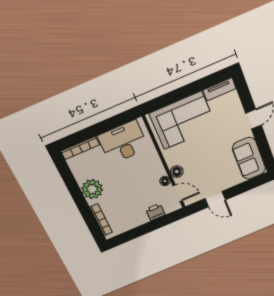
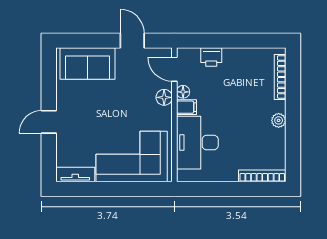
desk: (123, 142) -> (197, 143), moved, turned 90
sofa: (249, 158) -> (88, 64), moved, turned 90
filing cabinet: (158, 172) -> (186, 107), added
plant: (92, 189) -> (279, 120), width x0.53, depth x0.53

